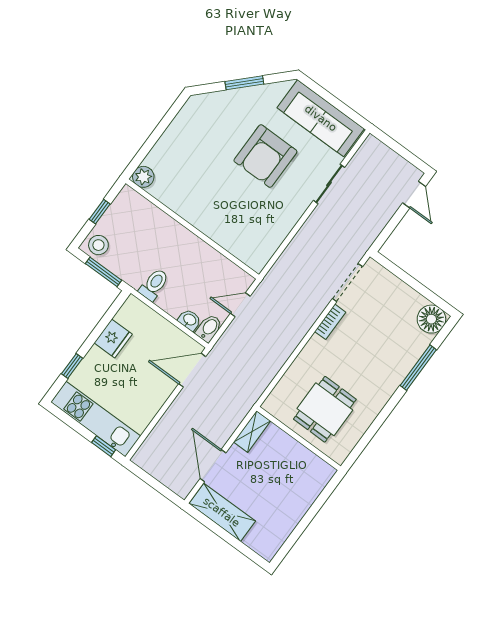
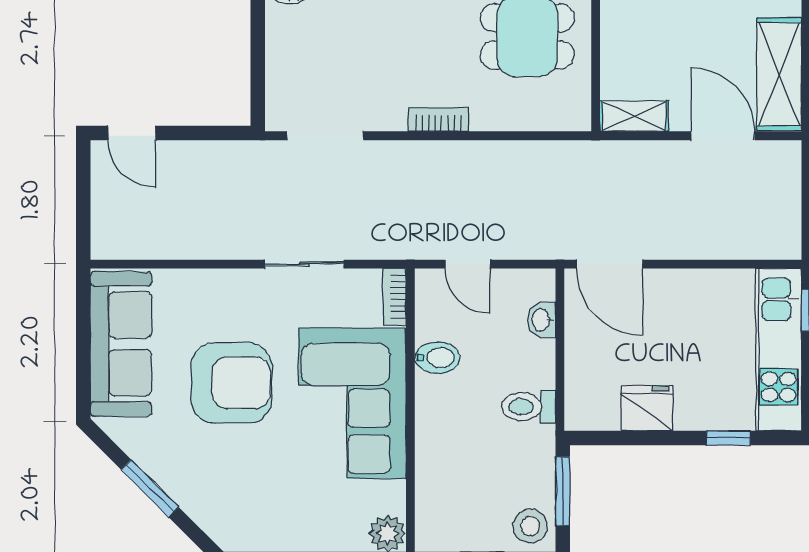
sliding door: (329, 184) -> (304, 264), moved
door: (414, 195) -> (132, 133), swing flipped
corner sofa: (215, 205) -> (352, 403), added
bookcase: (250, 260) -> (395, 297), added
bookcase: (330, 322) -> (438, 119), moved
bidet: (209, 328) -> (437, 358), moved, turned 180
door: (213, 466) -> (723, 136), swing flipped

